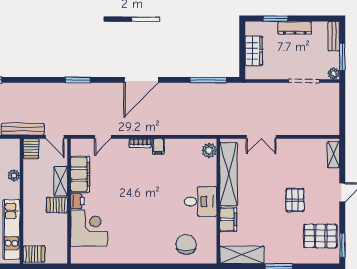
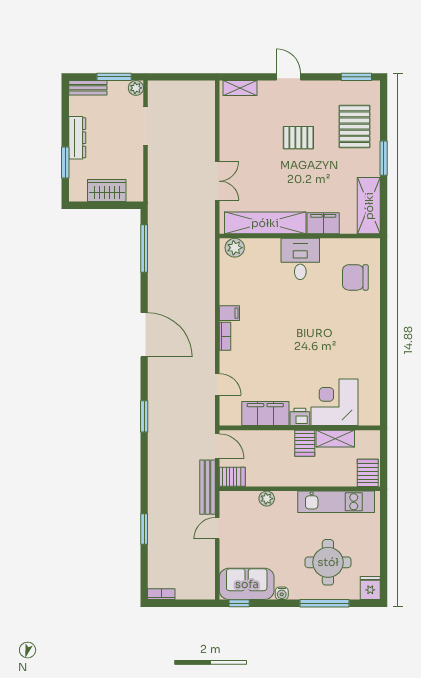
door: (55, 137) -> (217, 446), hinge flipped
shelving: (61, 181) -> (335, 439), moved
pallet: (320, 236) -> (354, 127), moved

